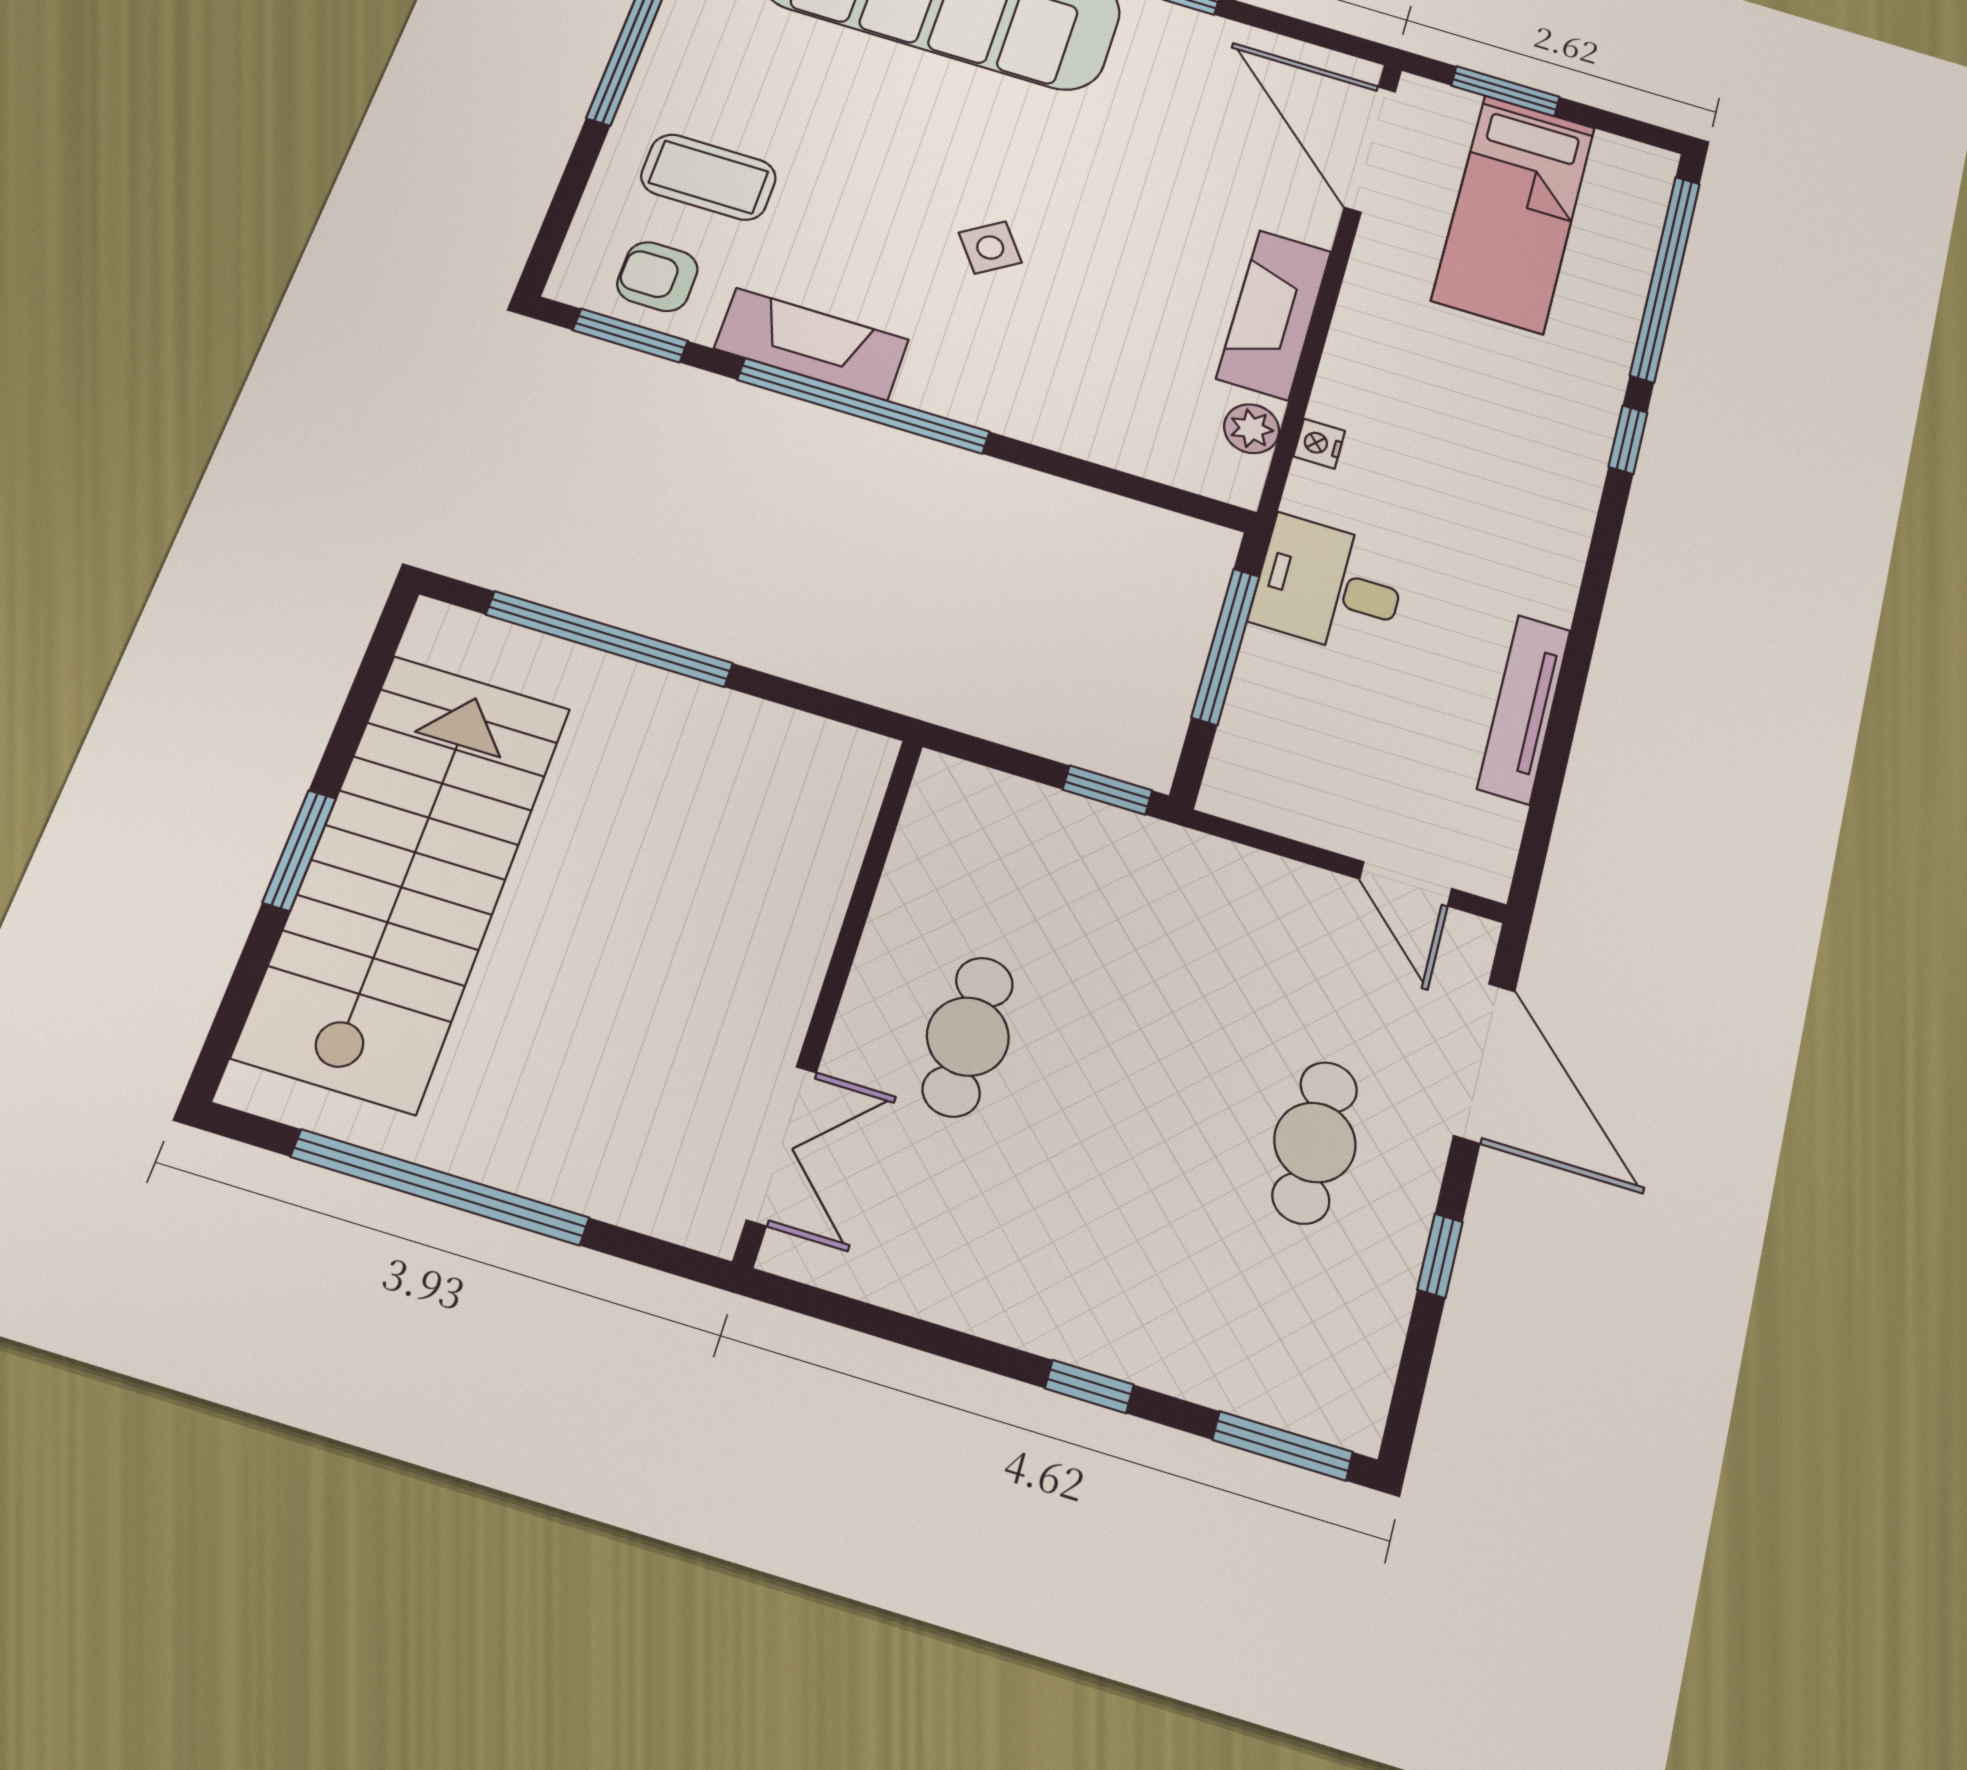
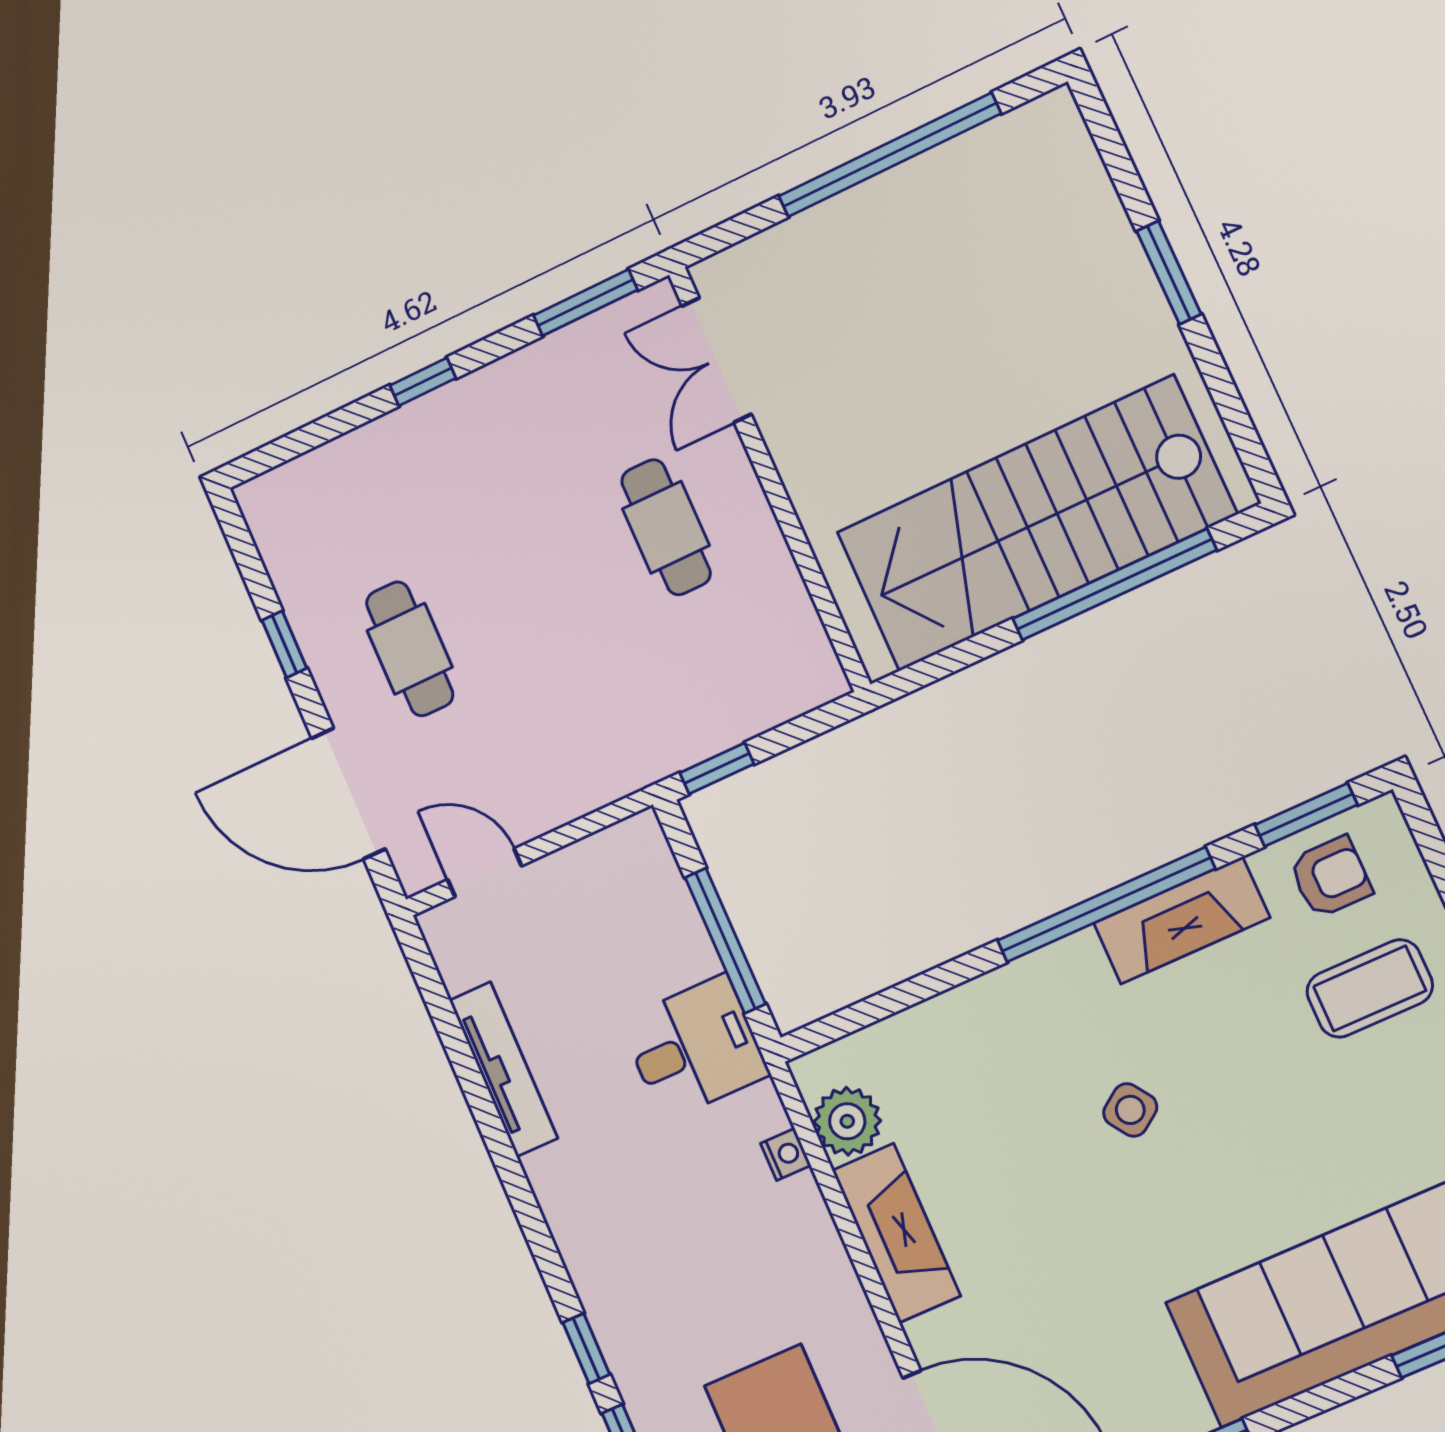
plant: (1252, 429) -> (847, 1121), width x1.38, depth x1.38
stairs: (405, 879) -> (1036, 523), moved, turned 90
window: (1283, 1446) -> (585, 303), moved

